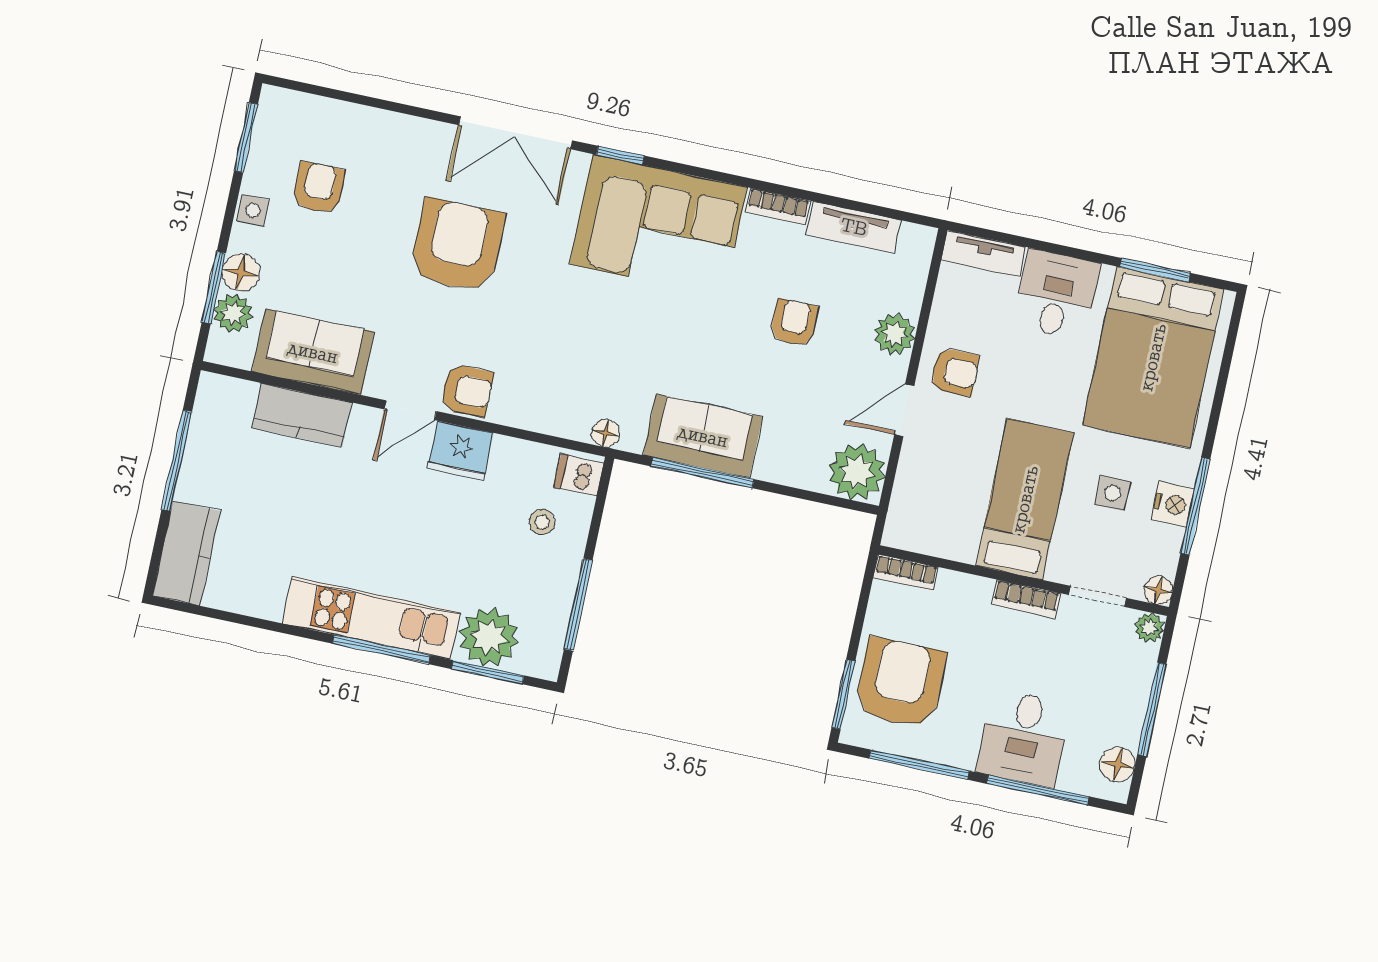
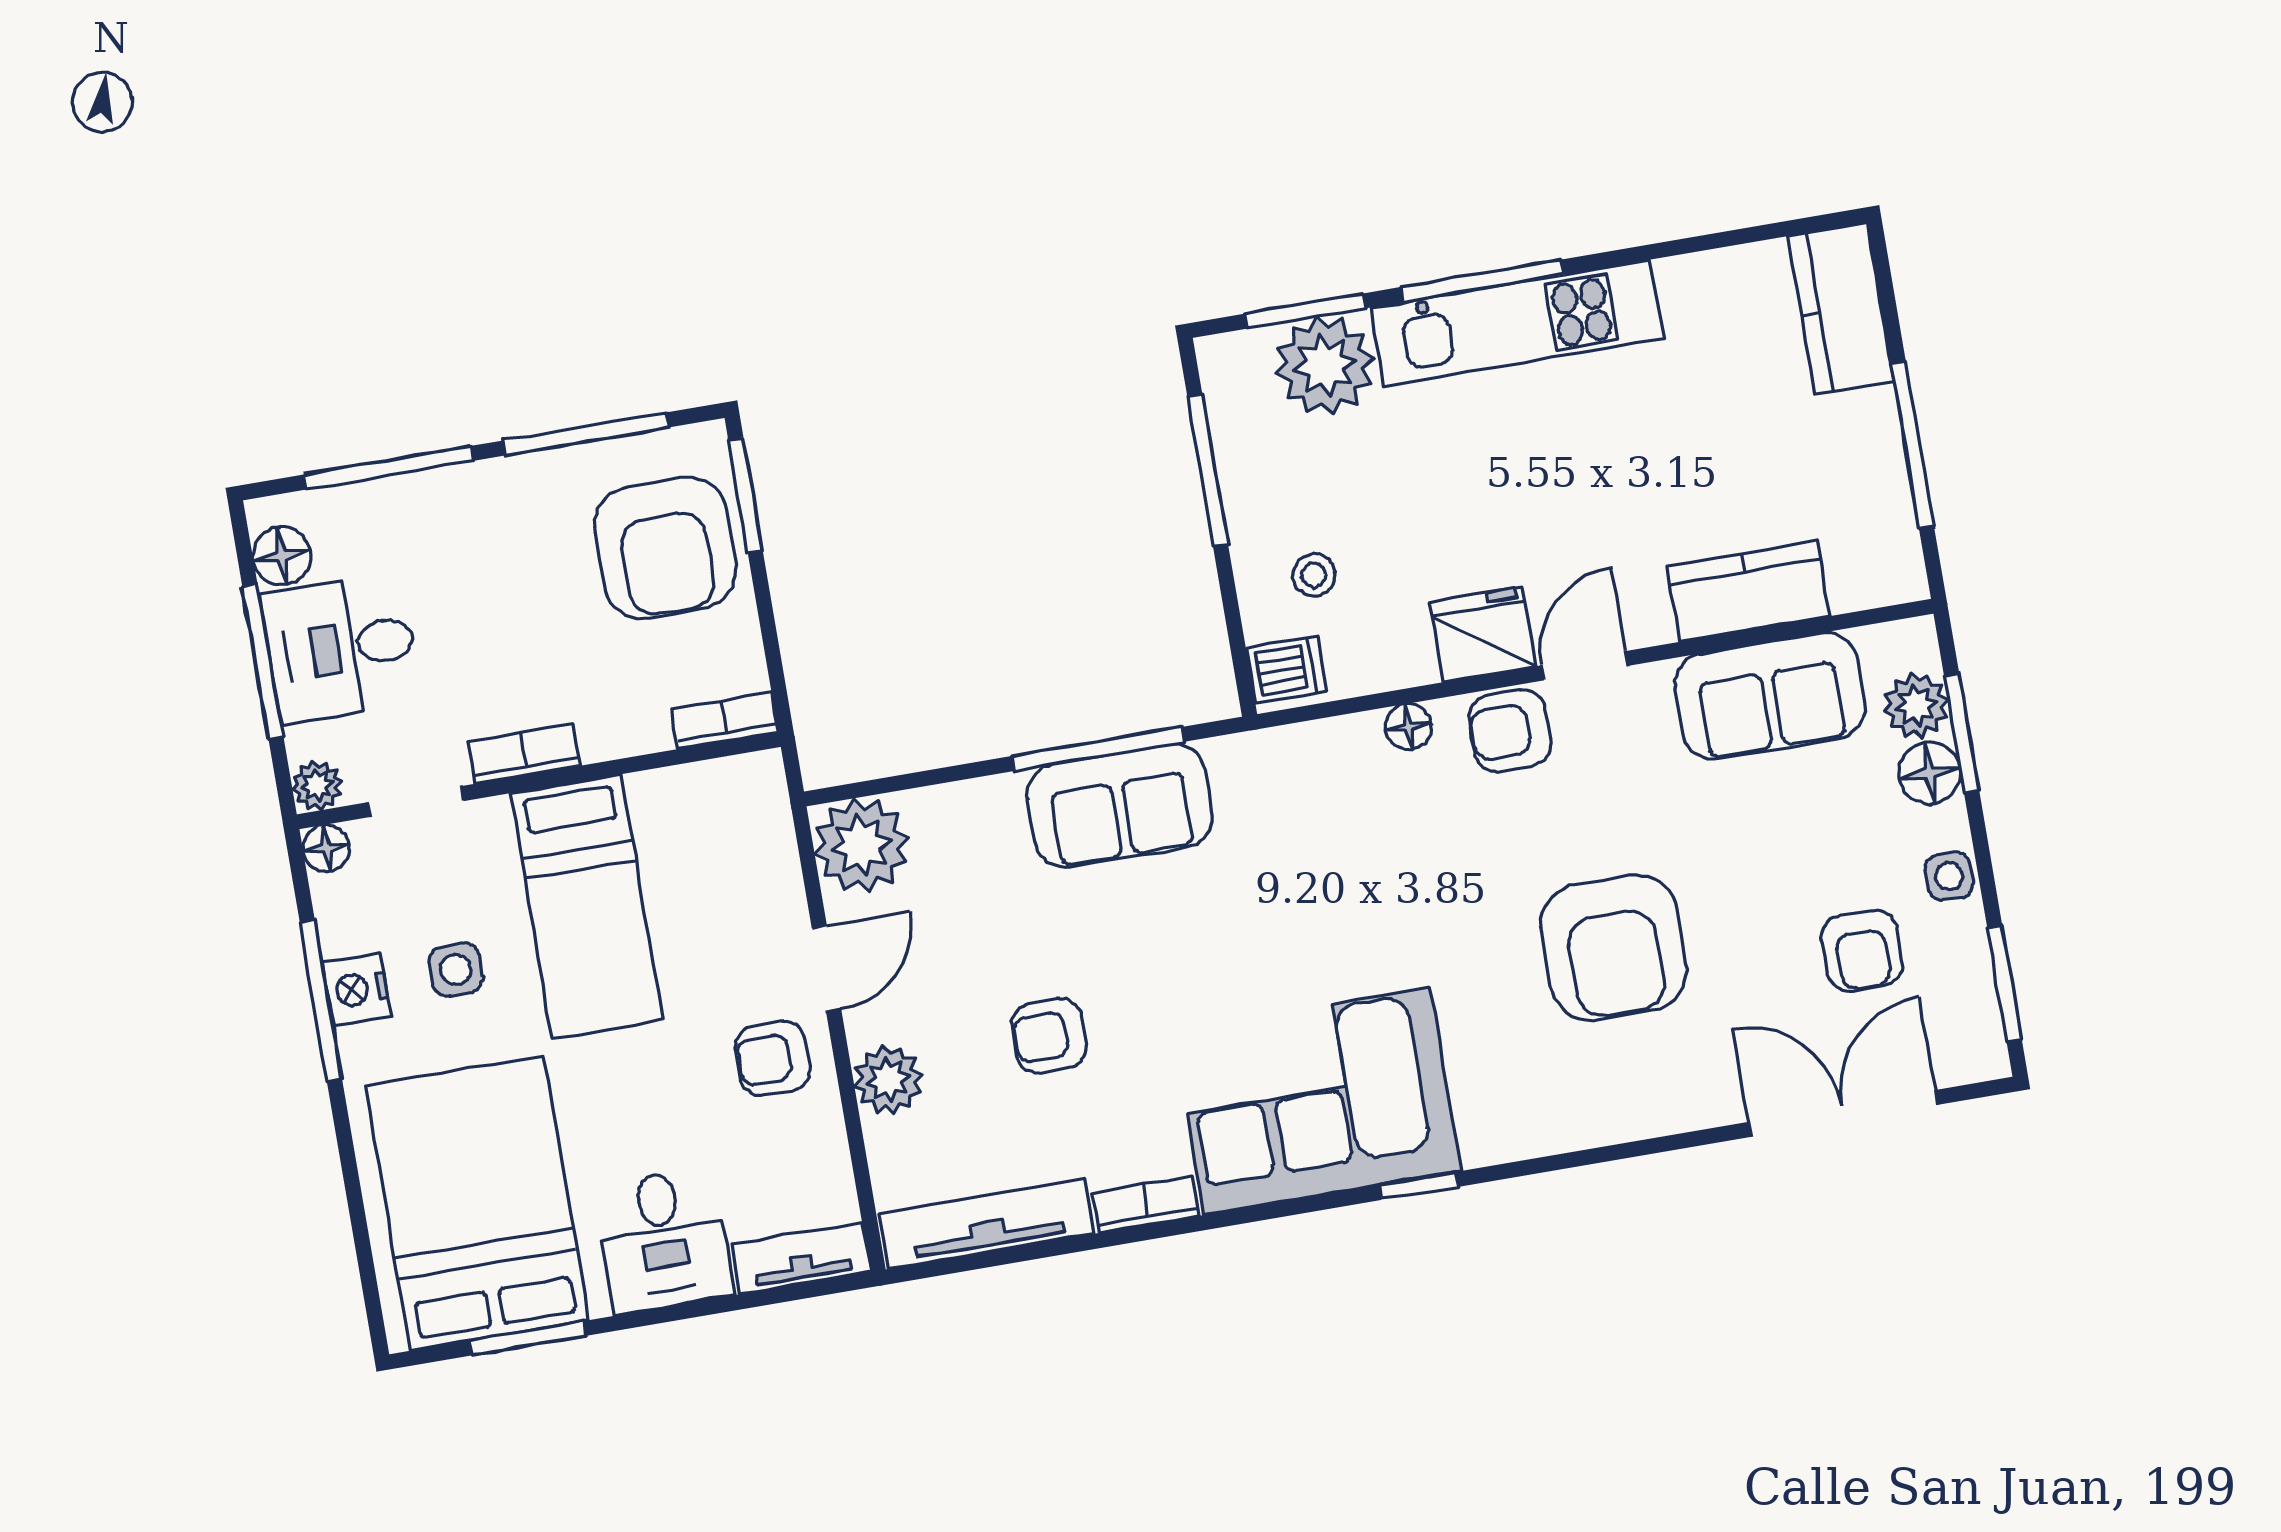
double door: (515, 133) -> (1843, 1113), moved
tv unit: (854, 227) -> (987, 1223), width x1.41
armchair: (794, 323) -> (1049, 1036), turned 90
floor lamp: (606, 433) -> (1408, 727), moved
desk: (1024, 738) -> (341, 648), moved, turned -90

